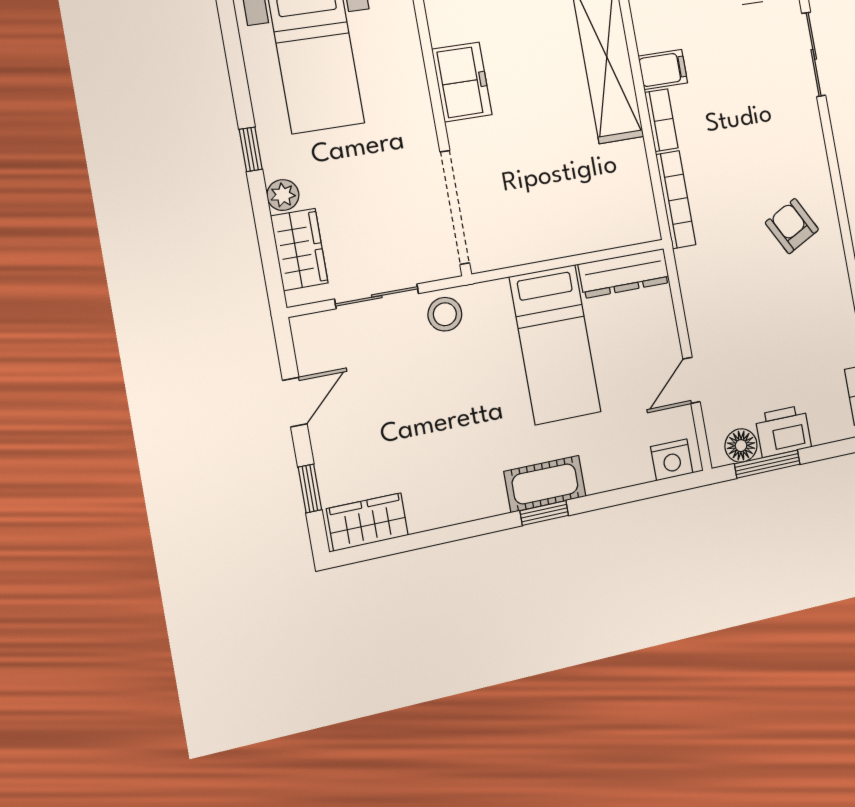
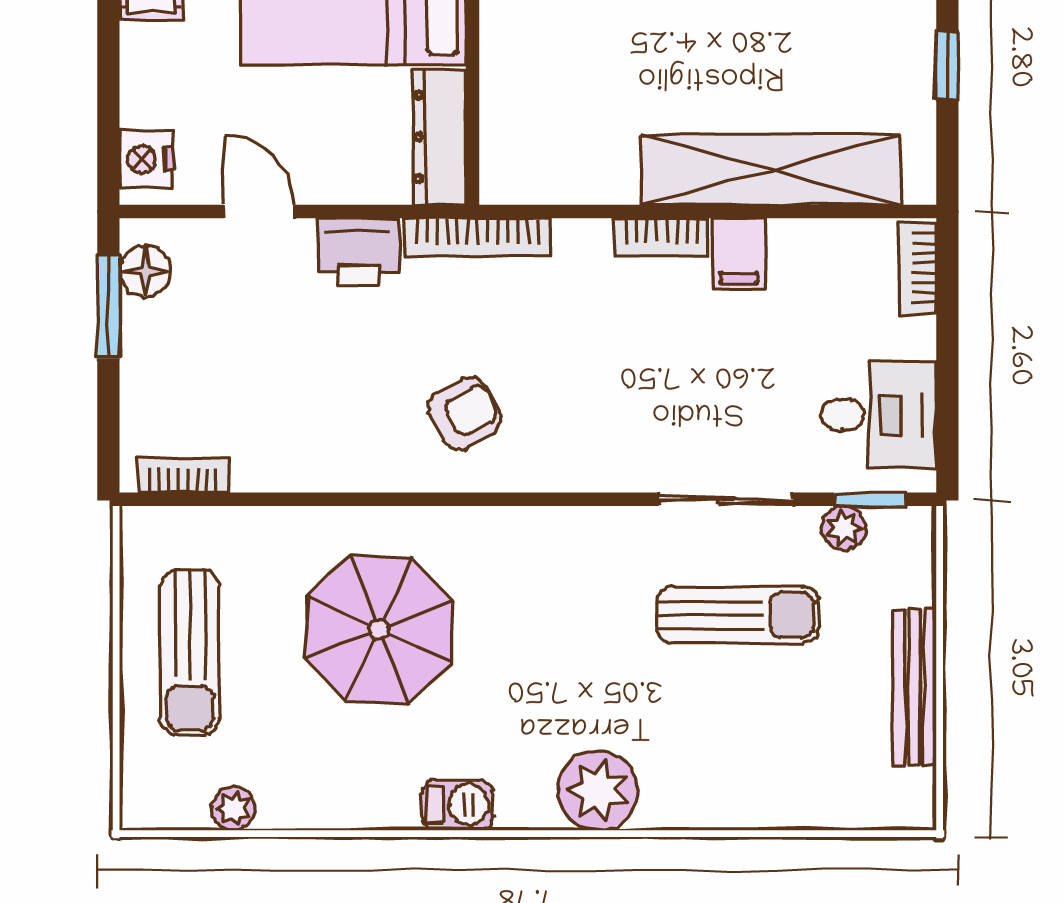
bookcase: (676, 200) -> (478, 237), moved
printer: (783, 431) -> (359, 252), moved, turned 90

